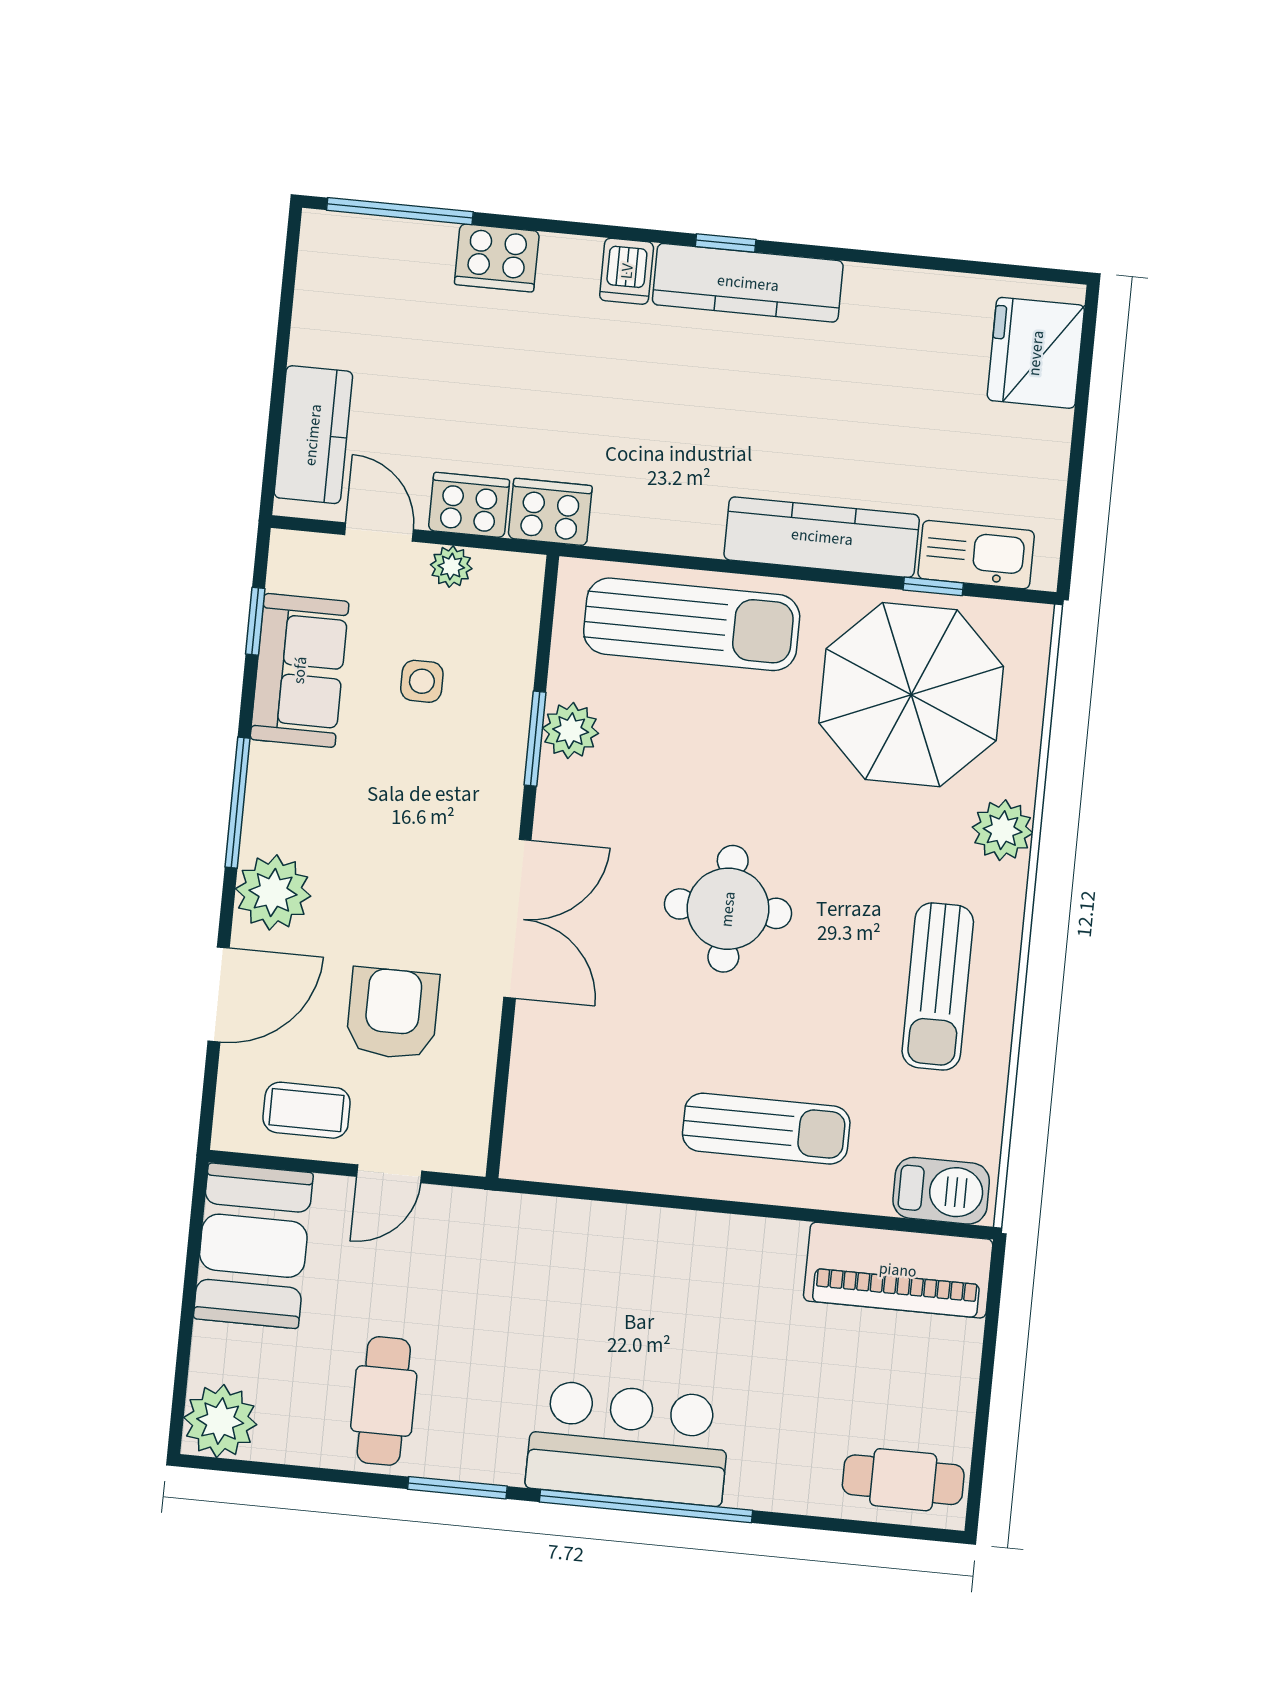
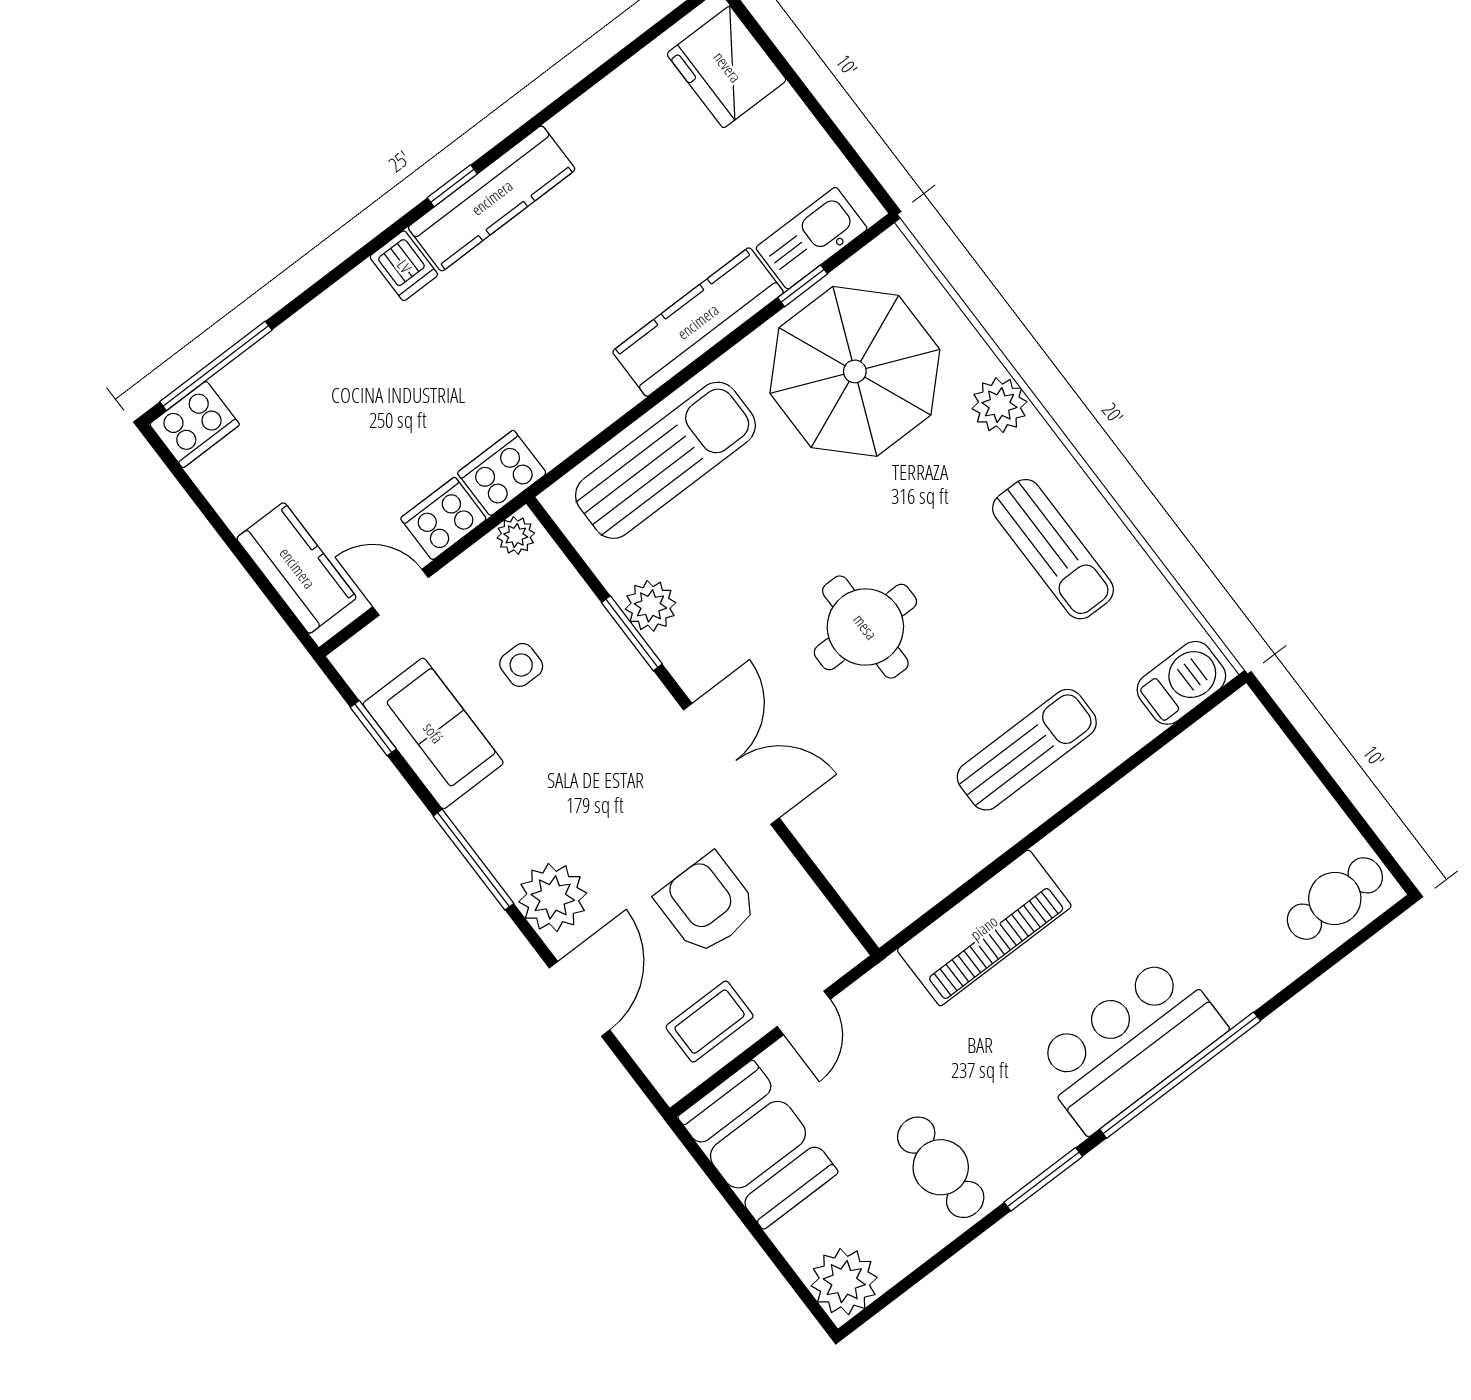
cooker: (497, 258) -> (195, 424), moved
plant: (451, 567) -> (516, 535), moved
piano: (898, 1270) -> (984, 928), moved

